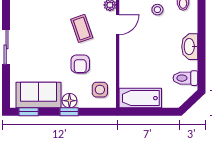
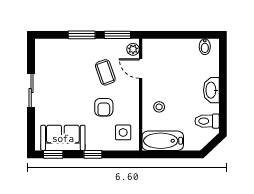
stool: (157, 10) -> (159, 107), moved
door: (118, 25) -> (141, 69), swing flipped
floor lamp: (69, 101) -> (93, 143), removed

